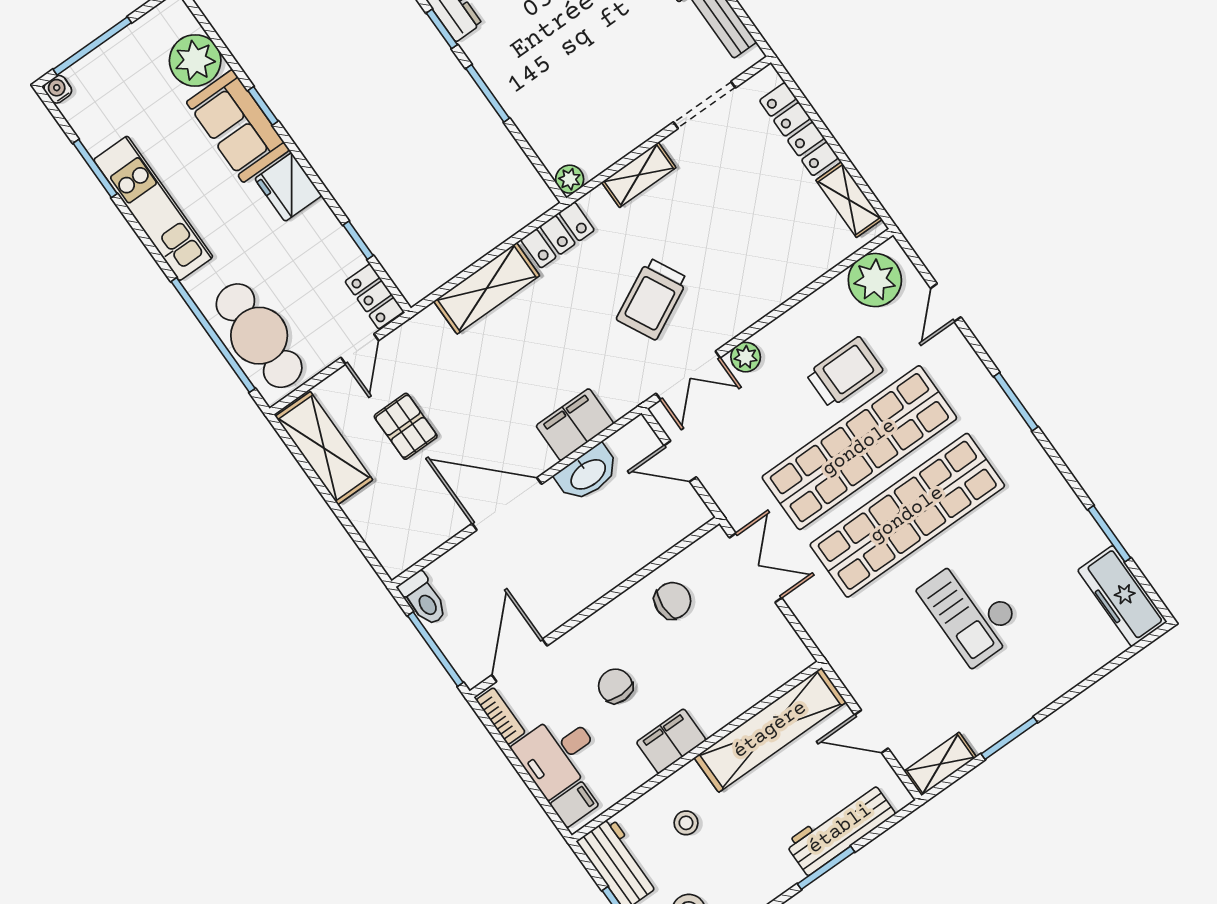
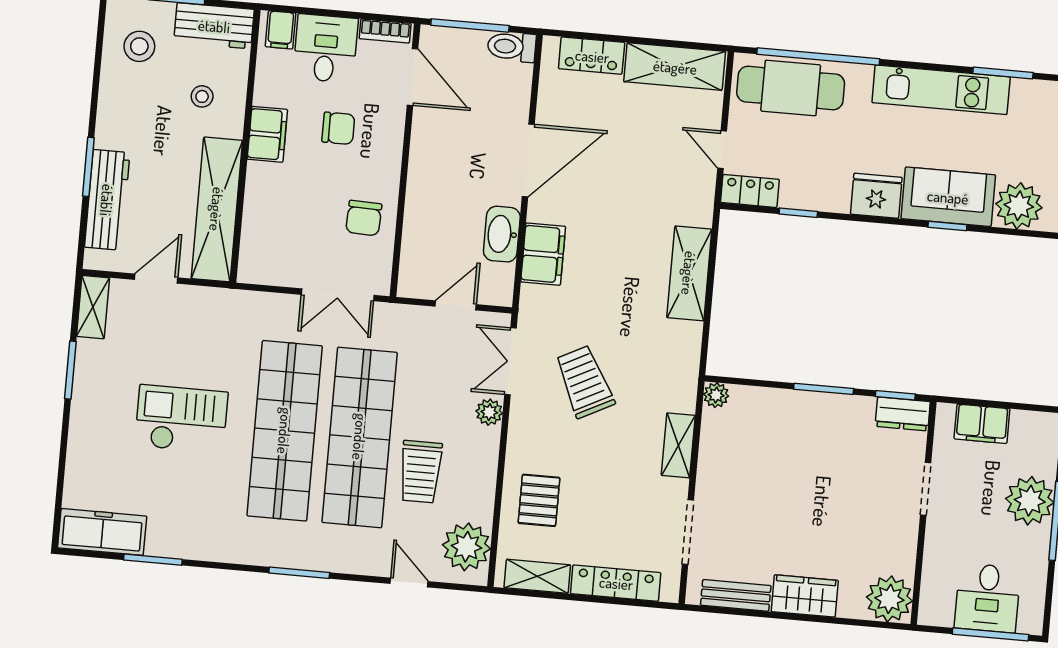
locker: (558, 235) -> (592, 56), moved, turned -90
pallet: (406, 426) -> (539, 500), moved, turned 90

